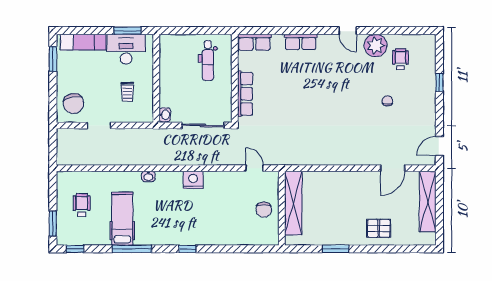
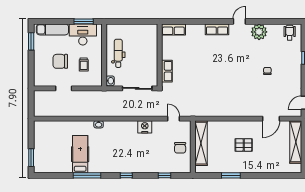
door: (348, 31) -> (239, 21), swing flipped
row of seats: (301, 42) -> (217, 29), moved
wheelchair: (400, 59) -> (290, 33), moved
dental chair: (208, 60) -> (118, 53), moved, turned 180
row of seats: (245, 94) -> (167, 71), width x0.68
chair: (73, 103) -> (60, 61), moved, turned 102
nightstand: (193, 180) -> (145, 127), moved
wheelchair: (82, 205) -> (51, 144), removed
pallet: (379, 228) -> (244, 145), moved
window: (75, 249) -> (164, 175), moved

